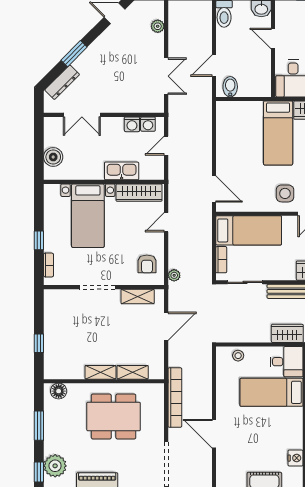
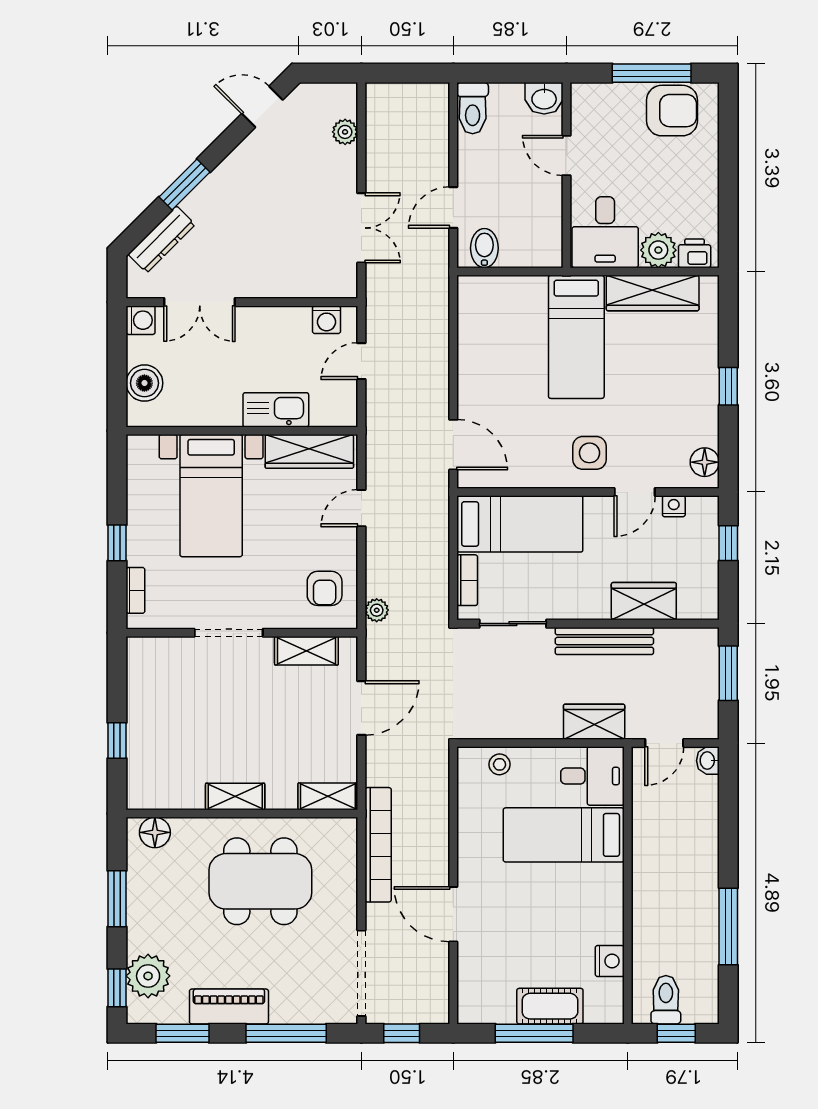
washing machine: (132, 124) -> (141, 320), moved, turned -90
shelving: (133, 372) -> (328, 796), moved

